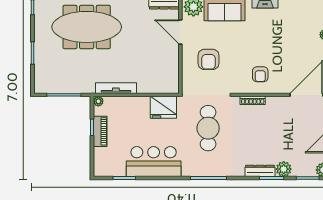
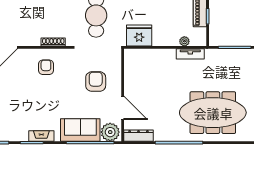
tv unit: (116, 88) -> (190, 54), width x0.71
plant: (98, 101) -> (184, 41), moved

